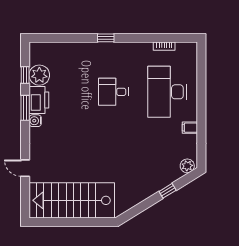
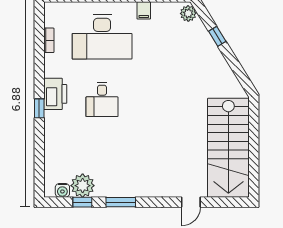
printer: (39, 100) -> (55, 94), moved, turned 90
water cooler: (35, 121) -> (62, 190), moved

